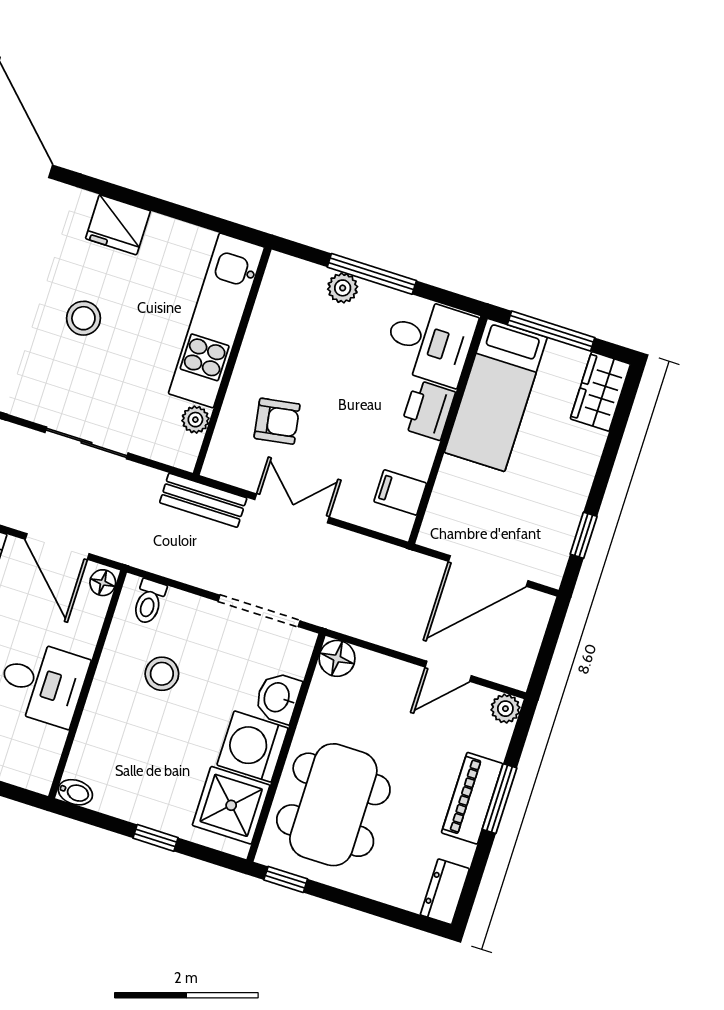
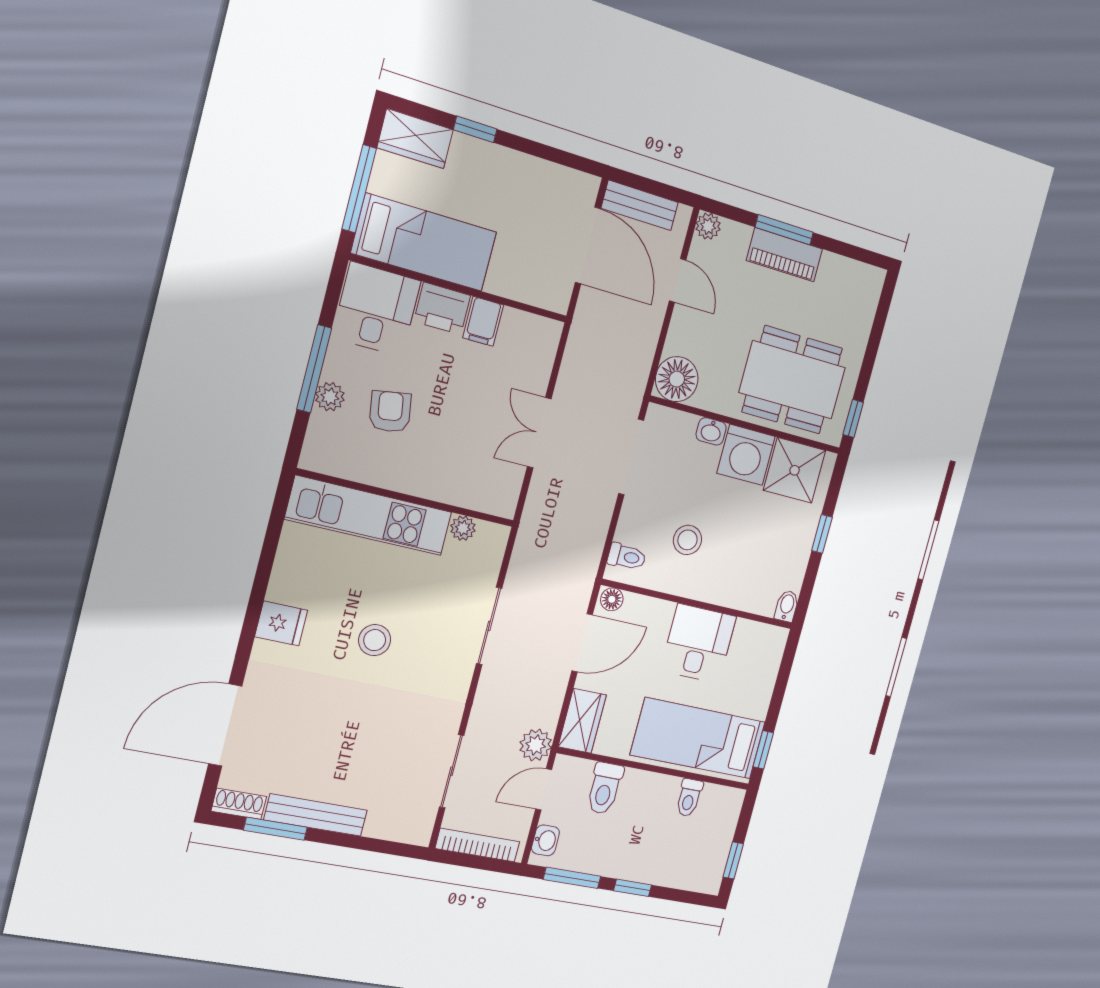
fridge: (118, 225) -> (281, 623), width x0.72
armchair: (277, 421) -> (390, 412), moved
filing cabinet: (400, 492) -> (483, 321), moved
bench: (203, 500) -> (640, 205), moved, turned 90
window: (584, 535) -> (475, 129), moved
floor lamp: (337, 658) -> (677, 379), width x1.38, depth x1.38
washbasin: (278, 698) -> (711, 431), width x0.72, depth x0.69
dresser: (445, 892) -> (861, 277), removed

